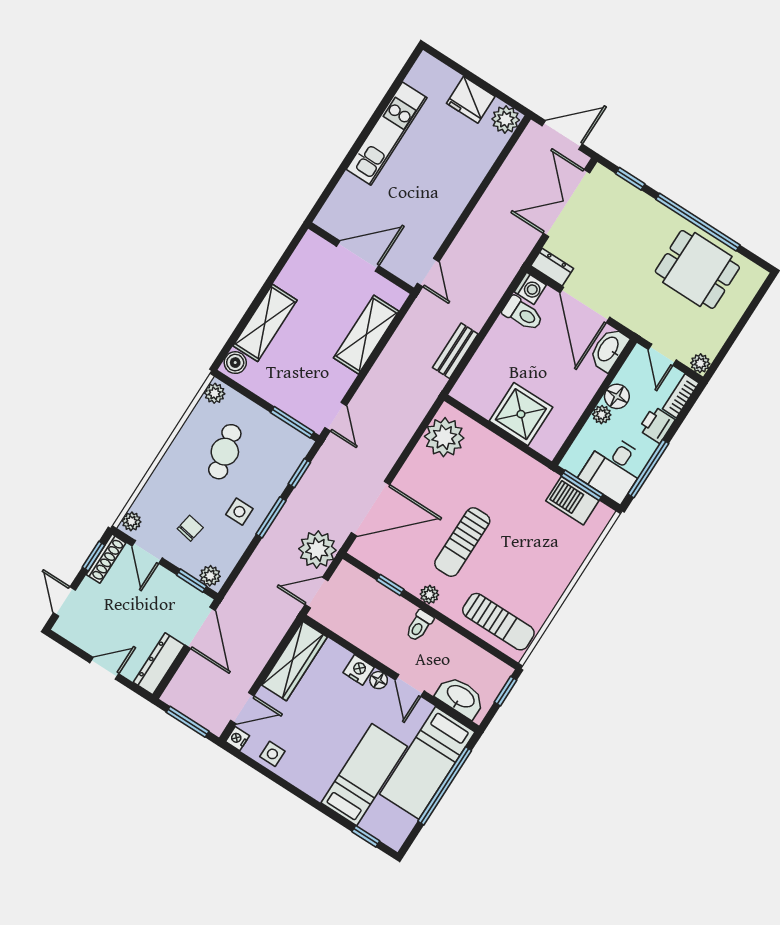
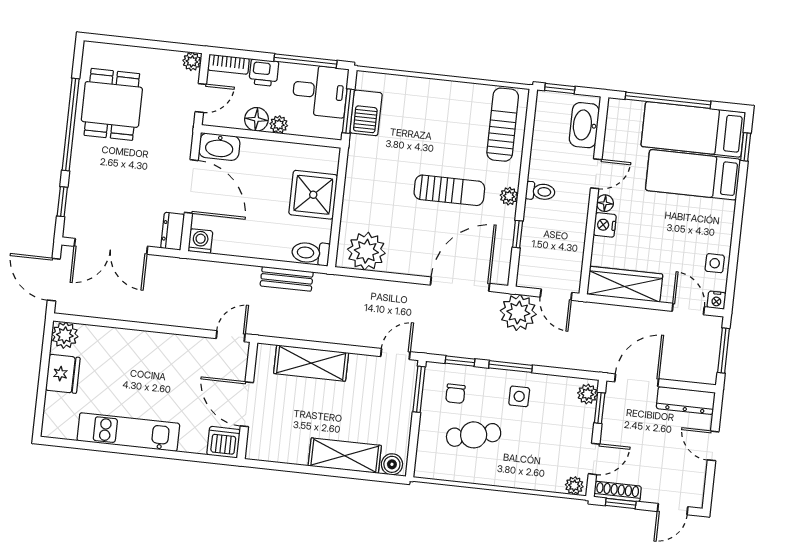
dishwasher: (333, 217) -> (224, 442), added
door: (585, 305) -> (191, 186), hinge flipped
toilet: (523, 314) -> (311, 253), moved, turned -90
plant: (215, 393) -> (427, 469), removed
door: (370, 509) -> (460, 284), hinge flipped
chair: (190, 528) -> (455, 394), moved, turned -100
bed: (427, 763) -> (693, 129), moved, turned 180

